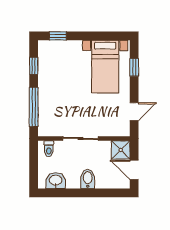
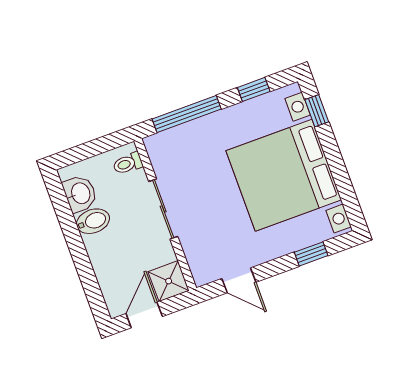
bed with nightstands: (105, 67) -> (284, 175), width x1.85
bidet: (88, 179) -> (93, 221), moved

